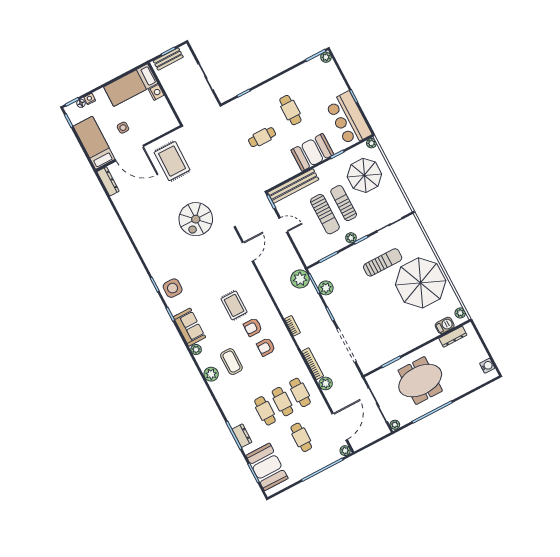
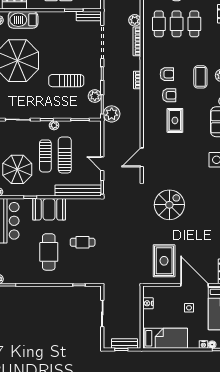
nightstand: (156, 92) -> (148, 303), moved
cafe table: (290, 110) -> (49, 252), width x1.37, depth x1.35
sun lounger: (383, 262) -> (66, 81), moved
barbecue: (445, 325) -> (23, 20), width x1.88, depth x1.53
bench: (373, 364) -> (89, 16), added

